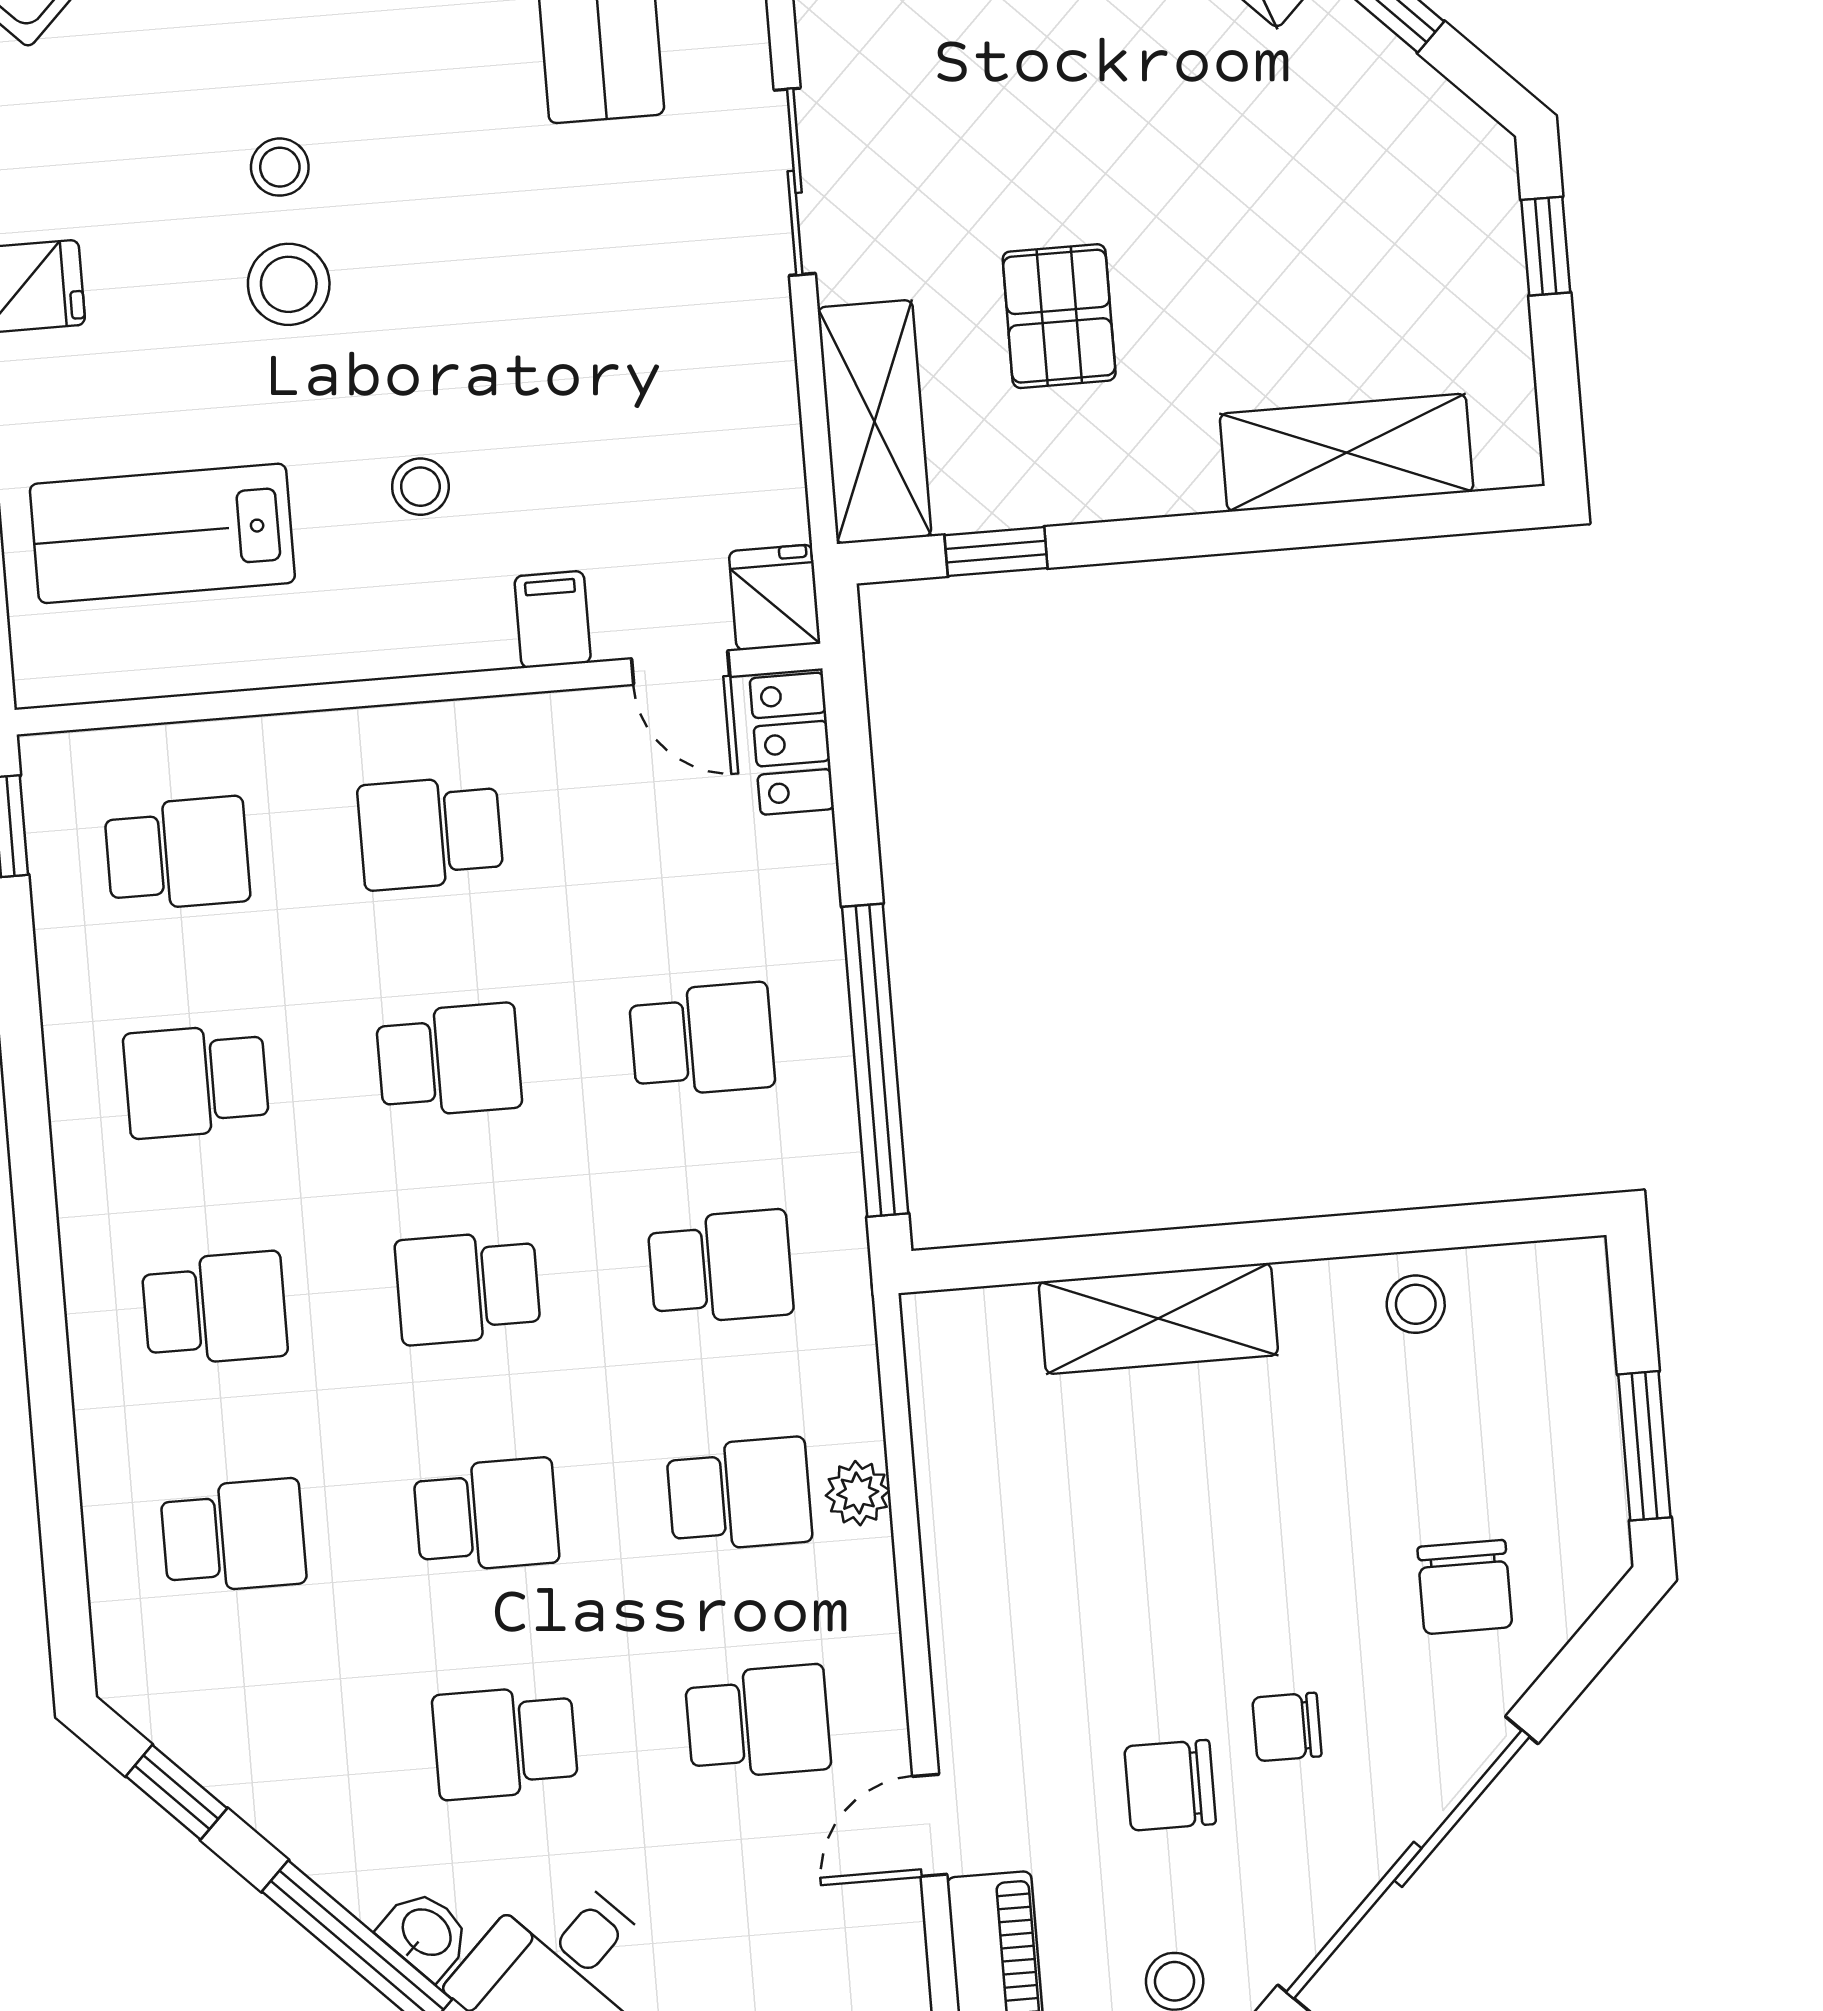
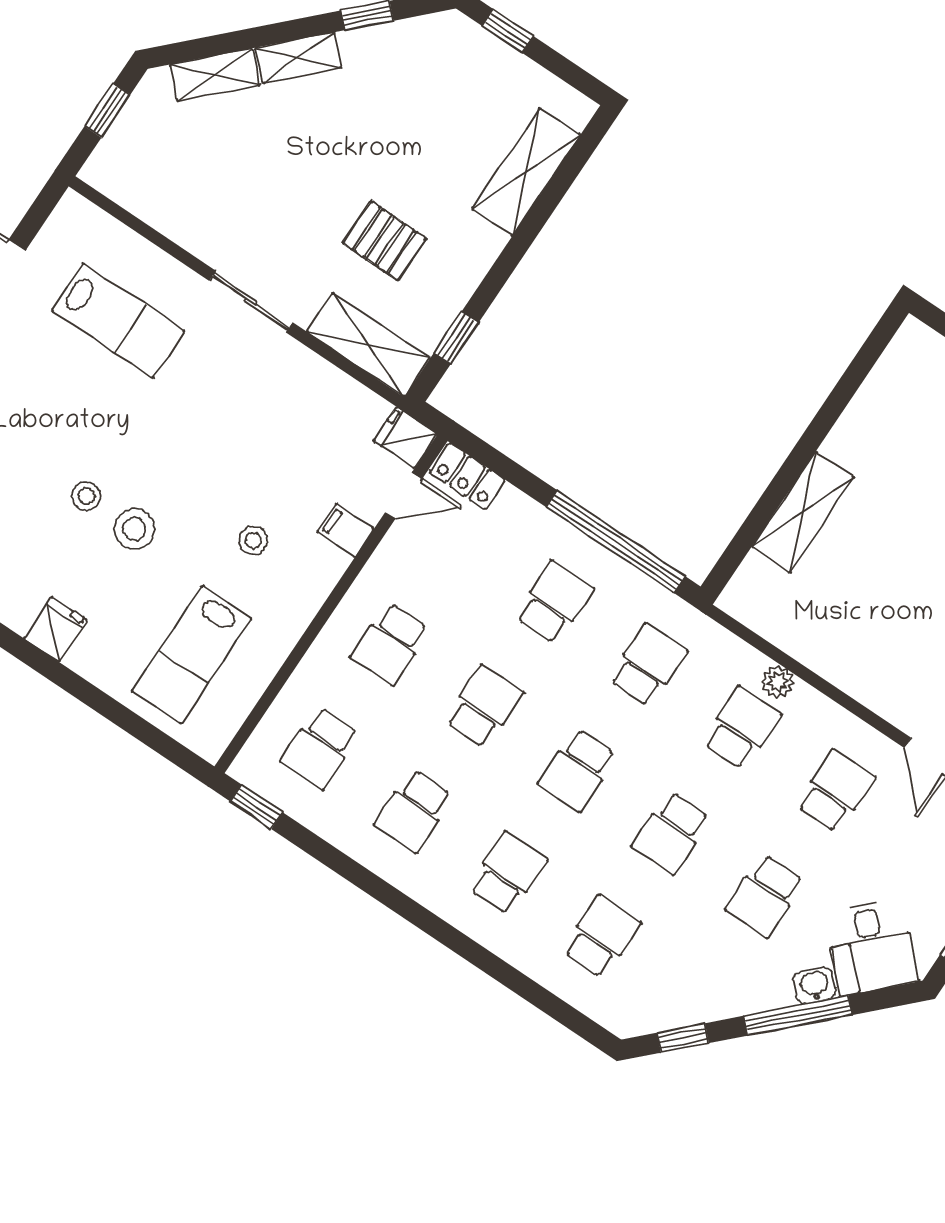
school desk: (177, 854) -> (320, 748), turned 180
stool: (1416, 1304) -> (877, 408), removed
school desk: (486, 1515) -> (671, 832), turned 180

